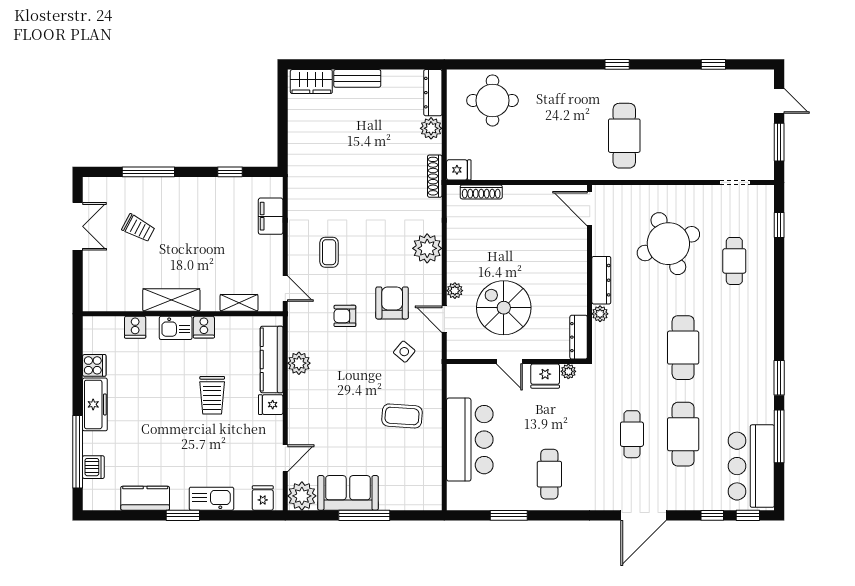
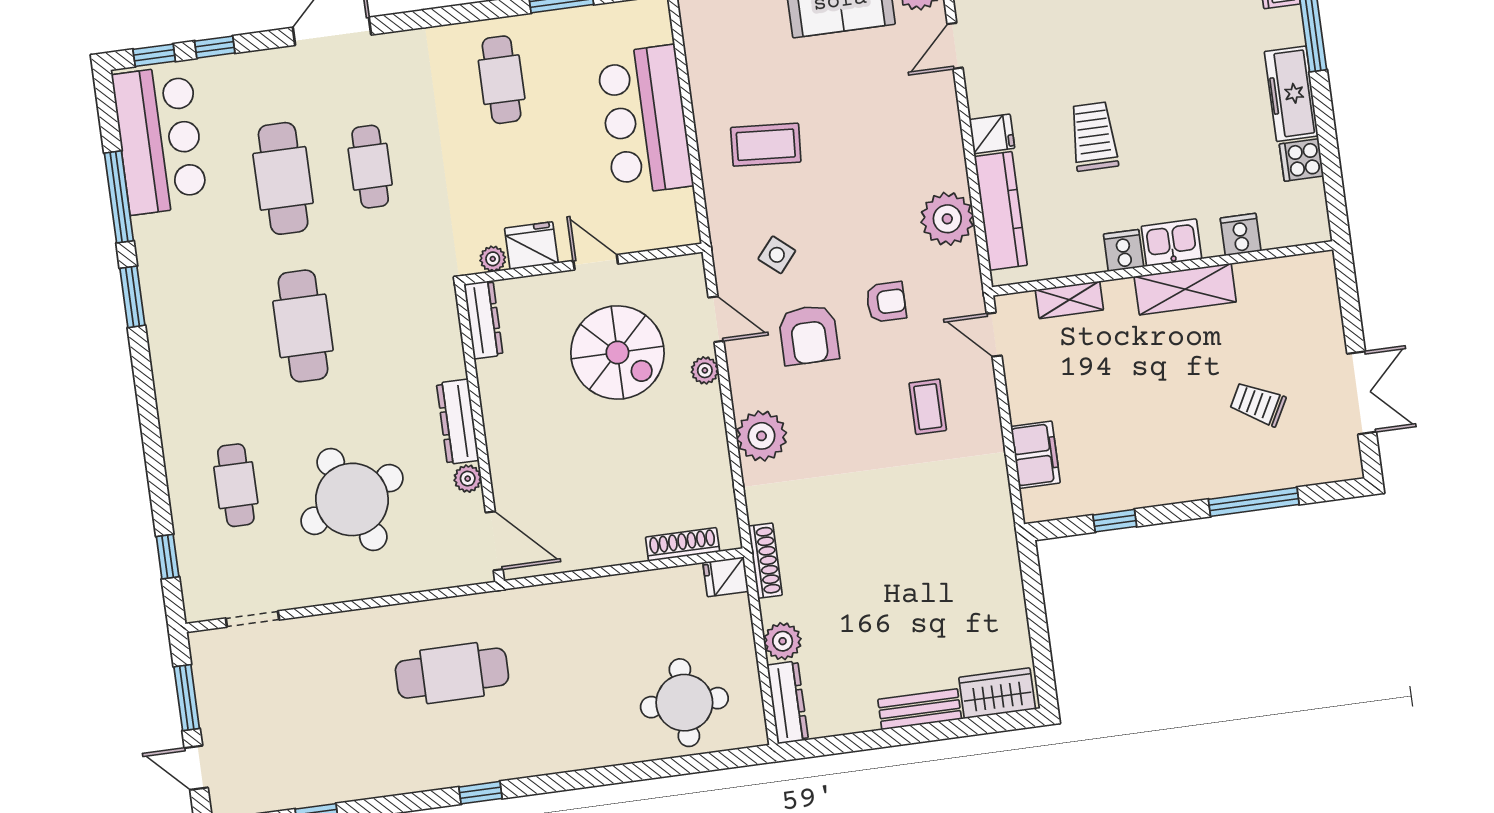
cafe table: (624, 136) -> (452, 673), turned 90
double door: (78, 226) -> (1362, 393), swing flipped
plant: (600, 314) -> (468, 479), moved
plant: (299, 363) -> (947, 219), width x1.36, depth x1.36

